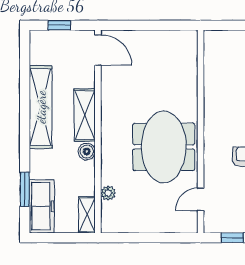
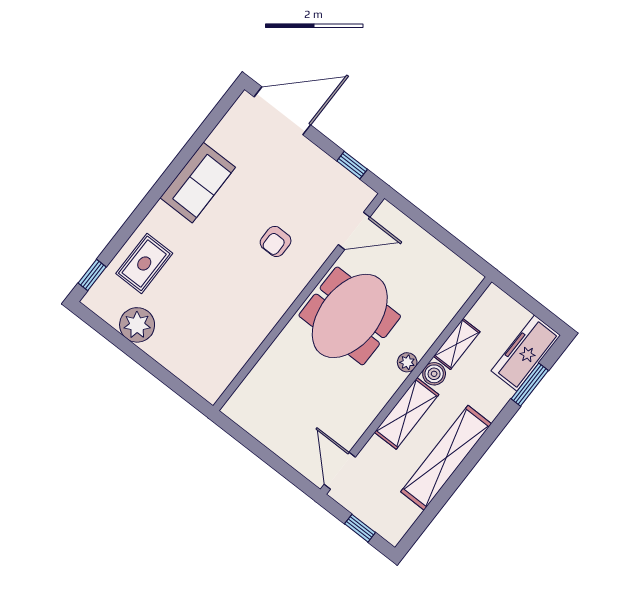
plant: (108, 193) -> (407, 362), moved
door: (201, 199) -> (354, 231), width x1.38
shelving: (87, 215) -> (457, 344), moved

